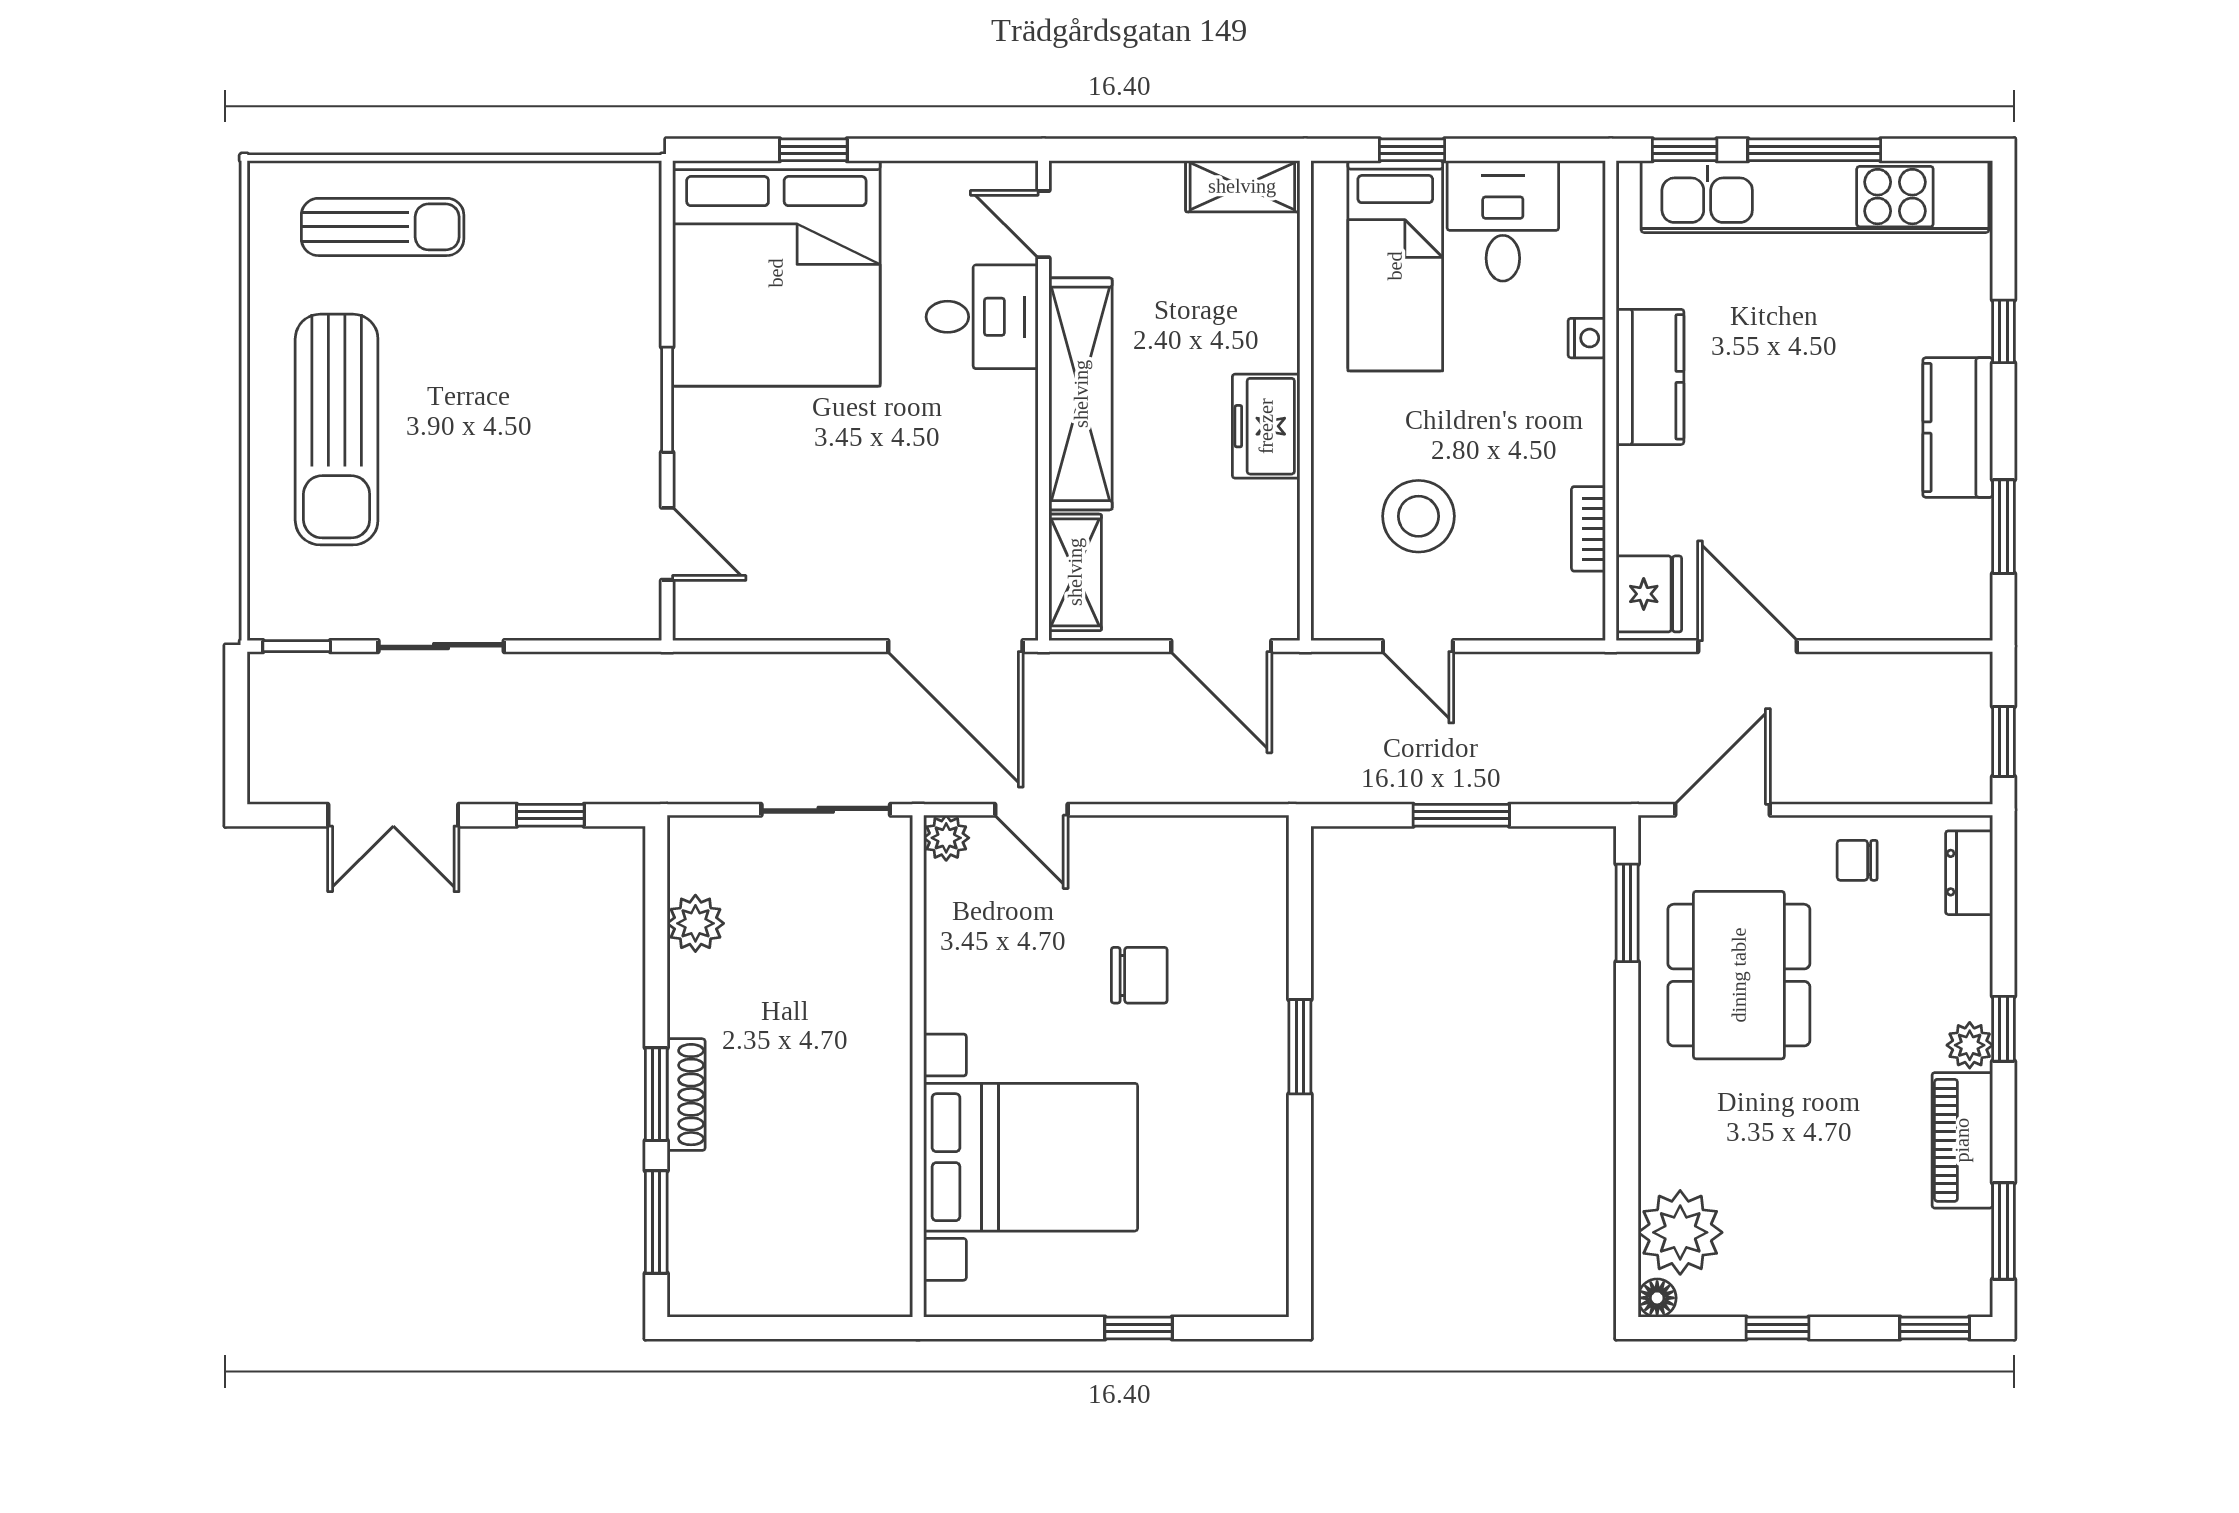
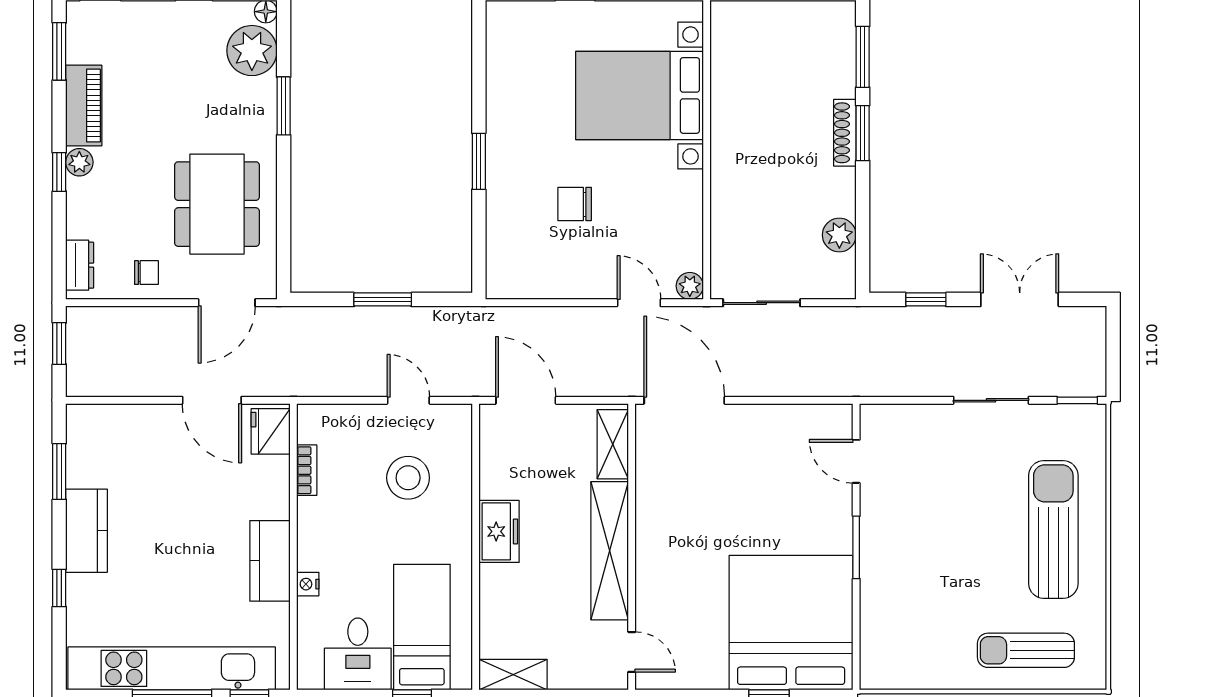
desk: (982, 317) -> (668, 597), removed
window: (1627, 913) -> (284, 106), moved

